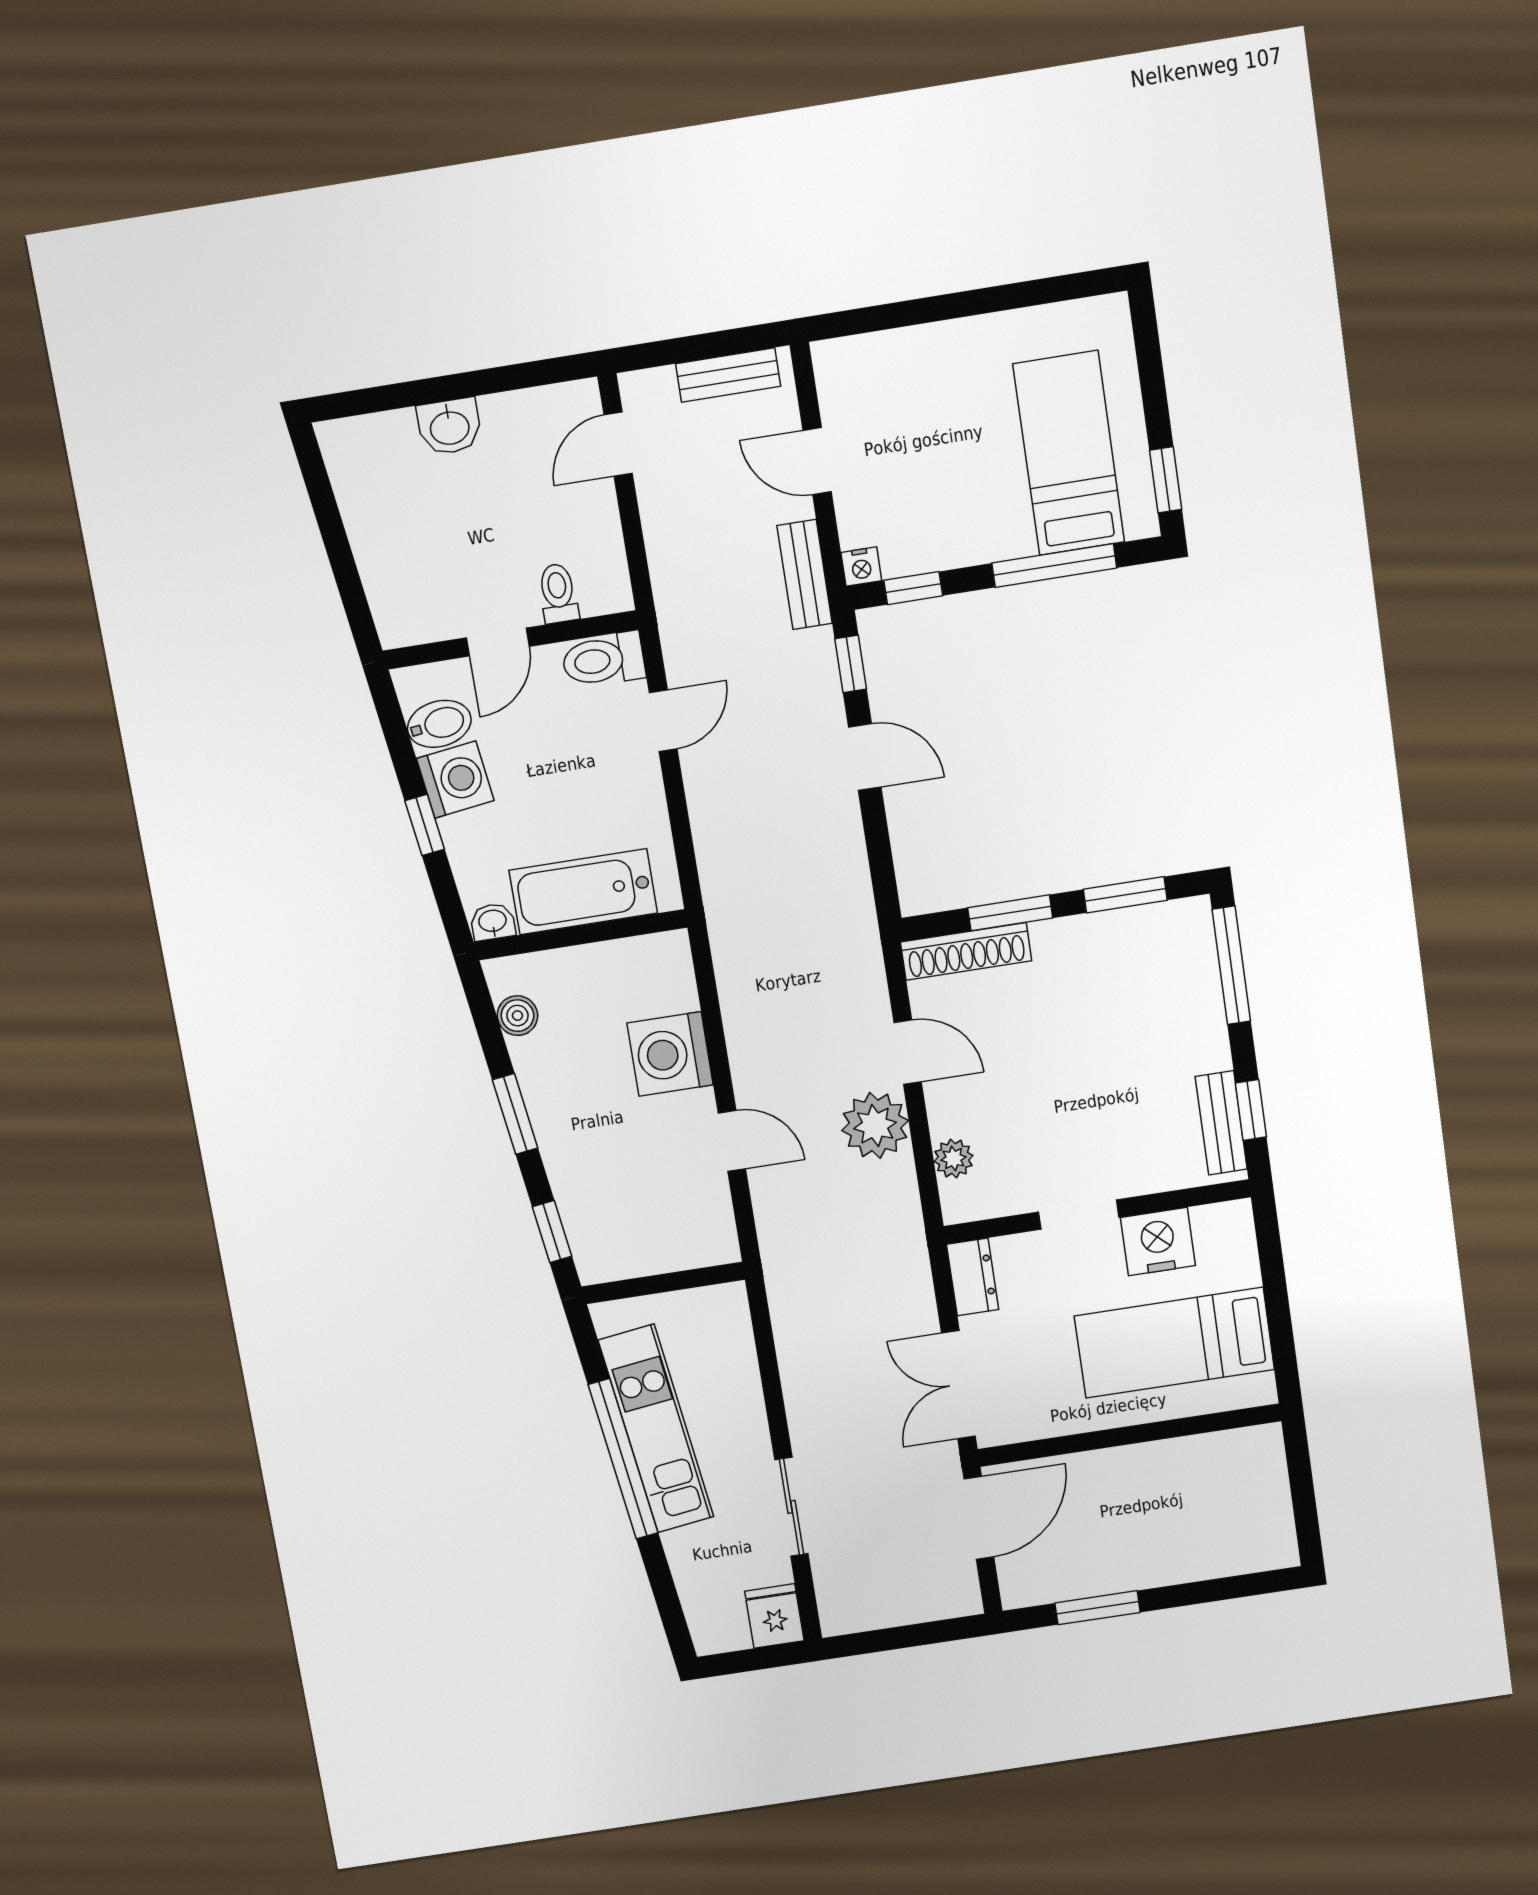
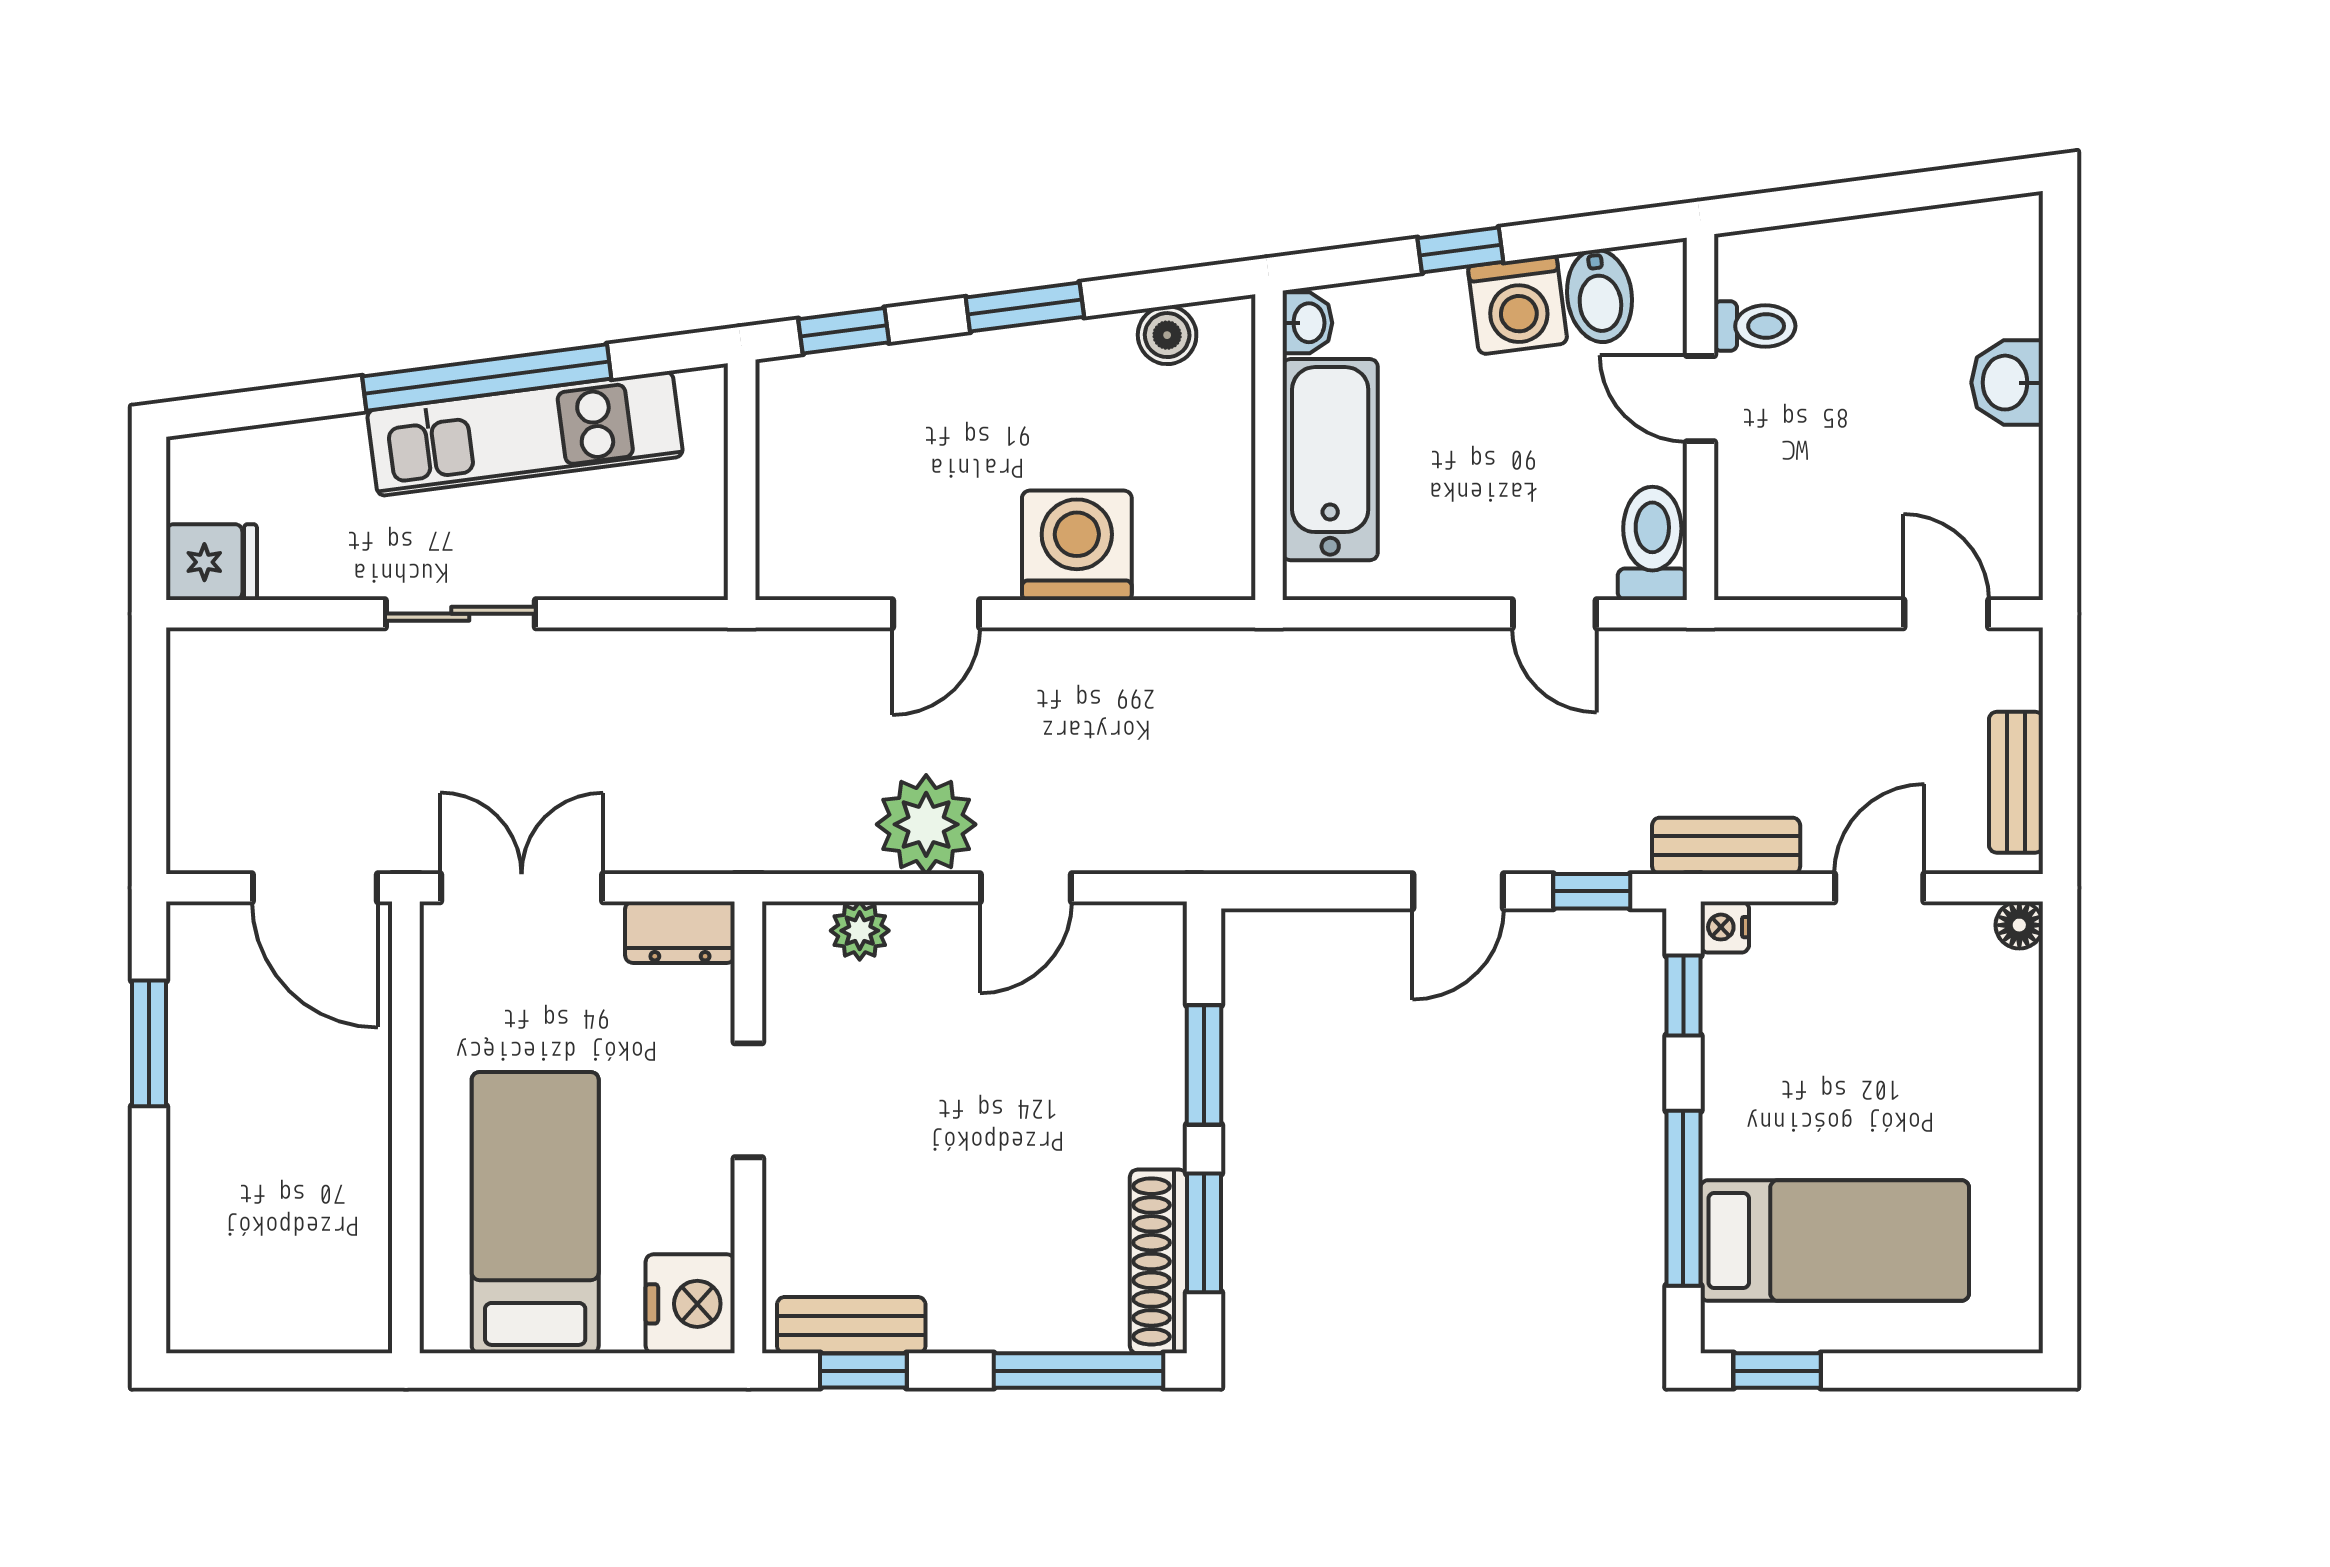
floor lamp: (828, 356) -> (2019, 925), added
toilet: (558, 593) -> (1755, 326), moved
shoe rack: (966, 951) -> (1158, 1261), moved
nightstand: (1158, 1242) -> (690, 1304), moved
sliding door: (791, 1507) -> (460, 614), moved

